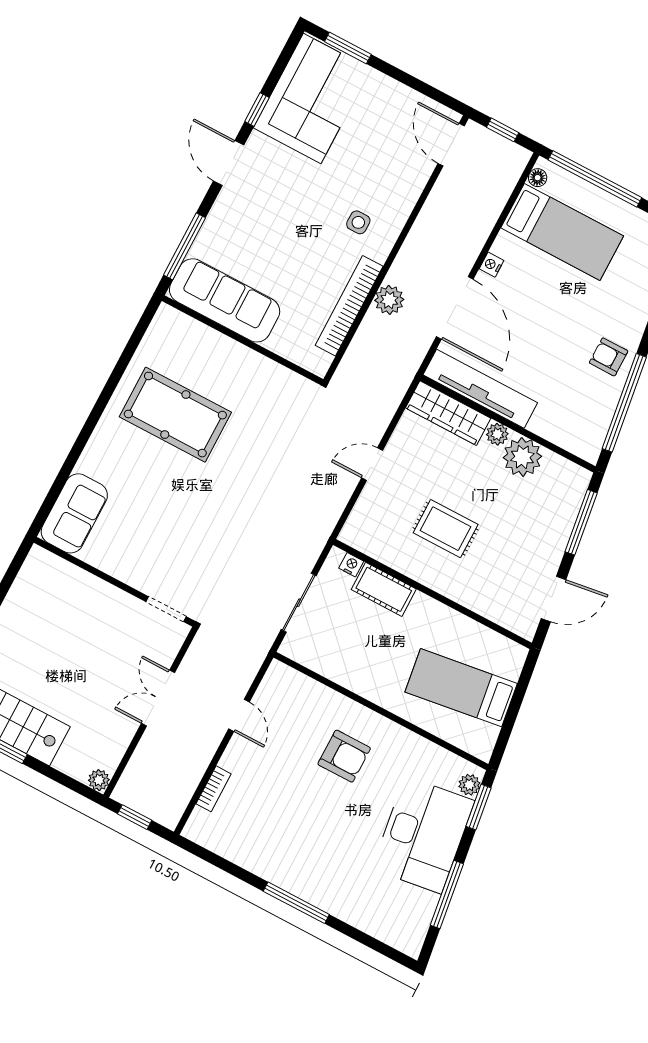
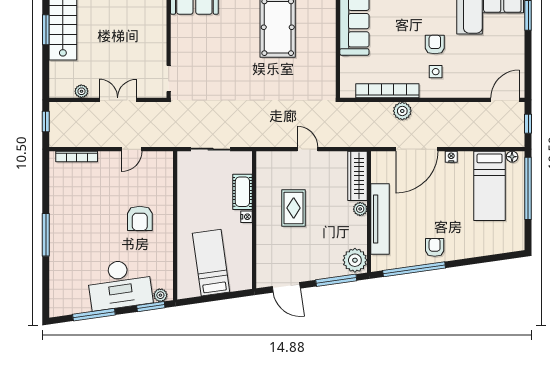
armchair: (319, 203) -> (435, 45), added
tv unit: (480, 389) -> (380, 219), moved
plant: (522, 457) -> (355, 260), moved
nightstand: (351, 565) -> (247, 217), moved
plant: (99, 780) -> (81, 91), moved
bookcase: (214, 789) -> (77, 156), width x1.56

